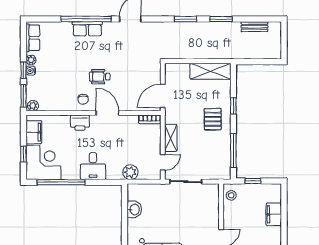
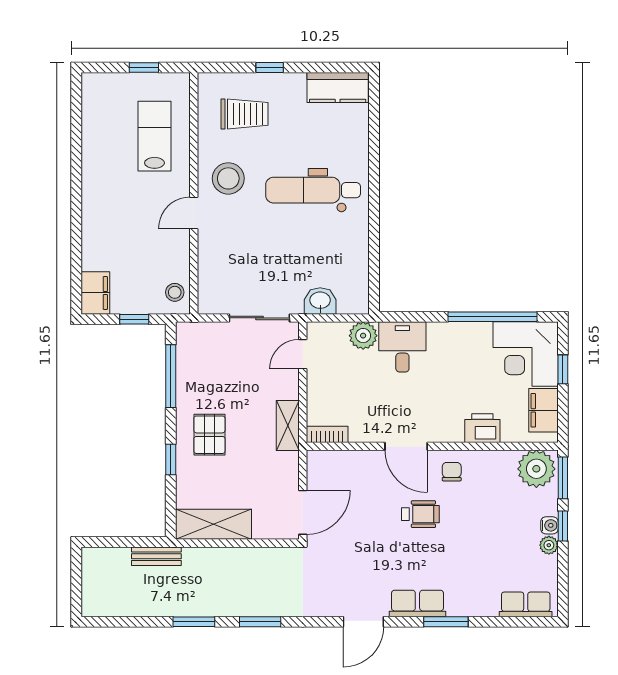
window: (86, 19) -> (446, 622), width x0.47
bench: (254, 27) -> (156, 556), moved
row of seats: (87, 29) -> (417, 604), moved
row of seats: (33, 38) -> (526, 604), moved, turned 90
door: (163, 96) -> (303, 512), moved
plant: (33, 106) -> (536, 469), width x1.88, depth x1.88
printer: (80, 123) -> (482, 428), moved
shelving: (171, 138) -> (288, 426), moved
desk: (93, 166) -> (402, 347), moved
washbasin: (134, 209) -> (320, 301), moved, turned 90
filing cabinet: (274, 214) -> (95, 293), moved

